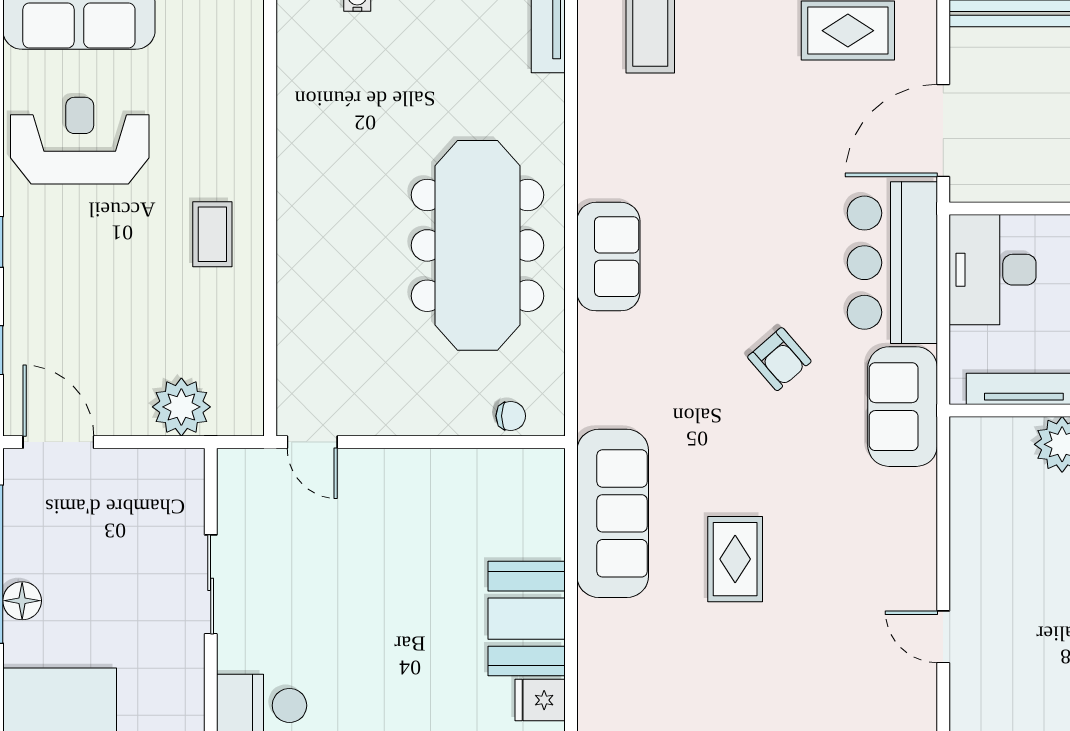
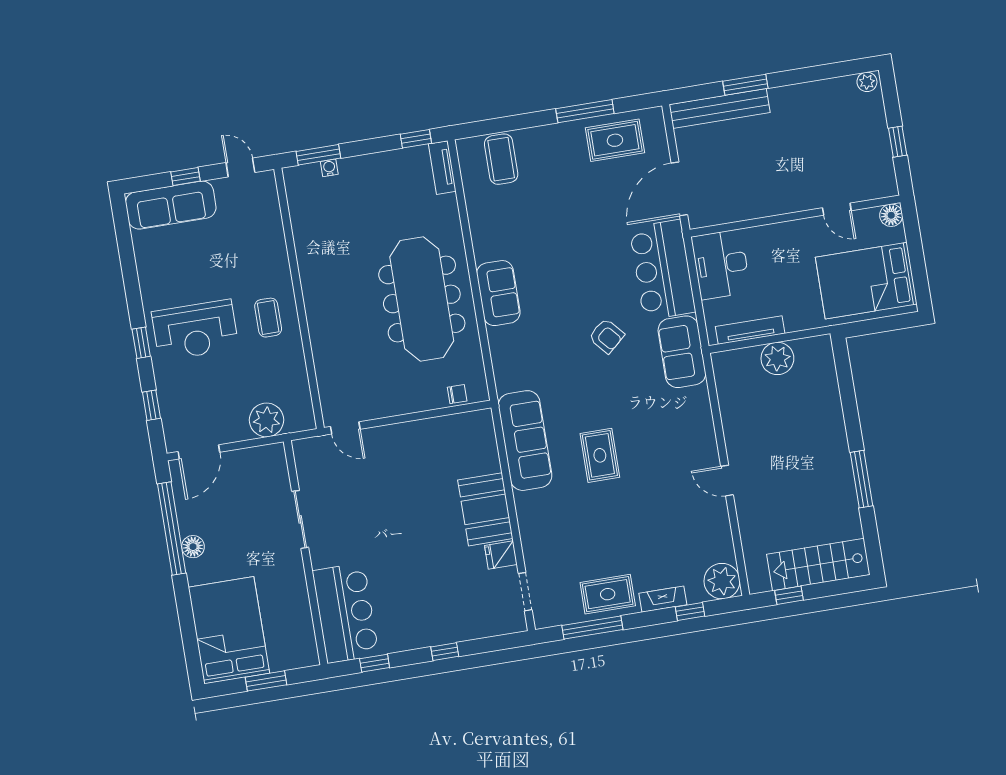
reception desk: (80, 141) -> (195, 330), moved, turned 180
door: (58, 442) -> (199, 452), swing flipped

